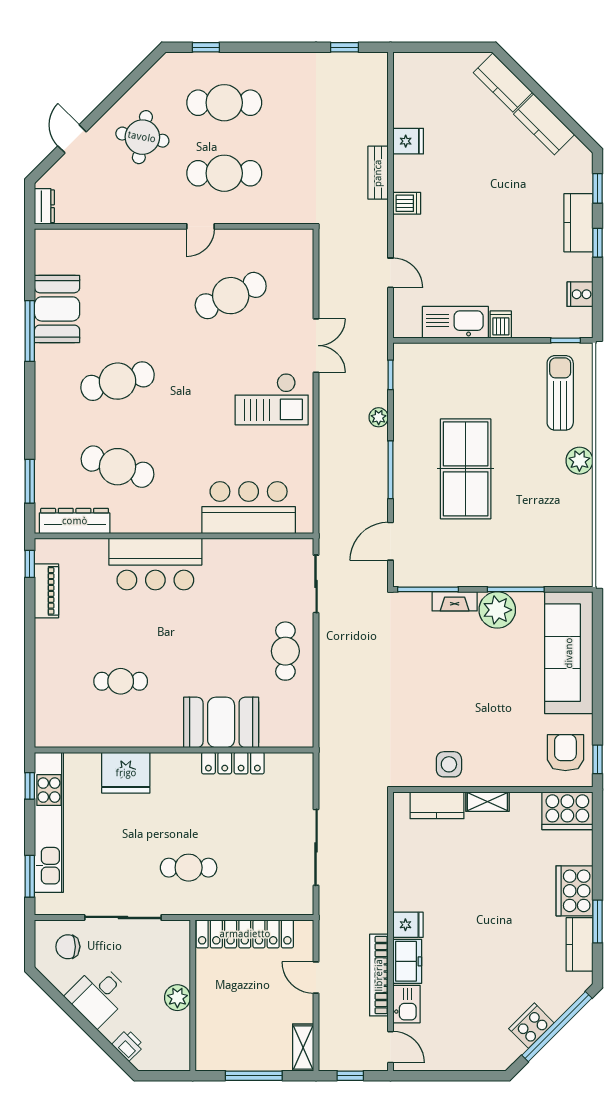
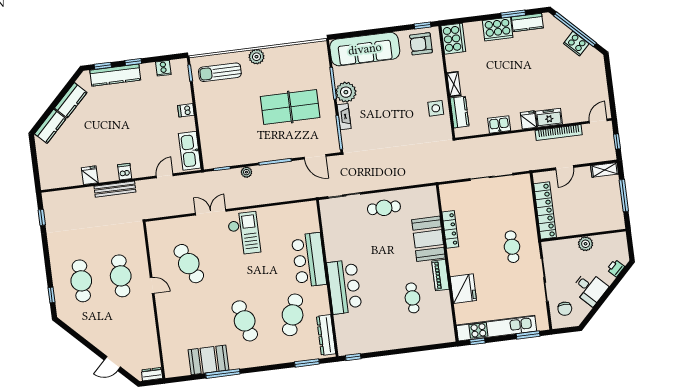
round table: (142, 137) -> (106, 324), removed
bench: (378, 173) -> (115, 189), width x1.36
kitchen counter: (578, 223) -> (115, 75), width x1.50
kitchen sink: (455, 322) -> (190, 151), moved
table tennis table: (466, 469) -> (290, 107), moved
bar counter: (249, 508) -> (309, 260), moved
piano: (47, 591) -> (440, 275), moved, turned -90
kitchen sink: (406, 1004) -> (499, 124), moved

